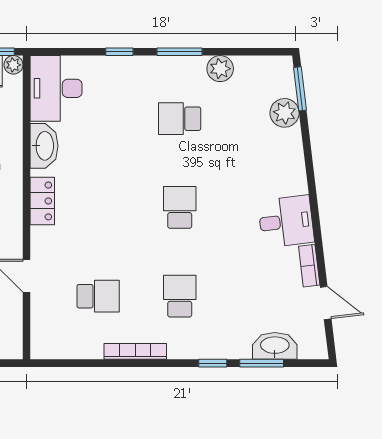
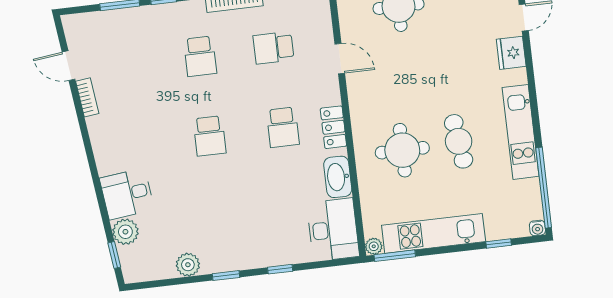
window: (180, 52) -> (226, 276), width x0.67
window: (300, 89) -> (114, 255), width x0.67
school desk: (180, 119) -> (283, 127), moved, turned 90
desk: (286, 221) -> (127, 194), moved
washbasin: (275, 346) -> (110, 22), removed

